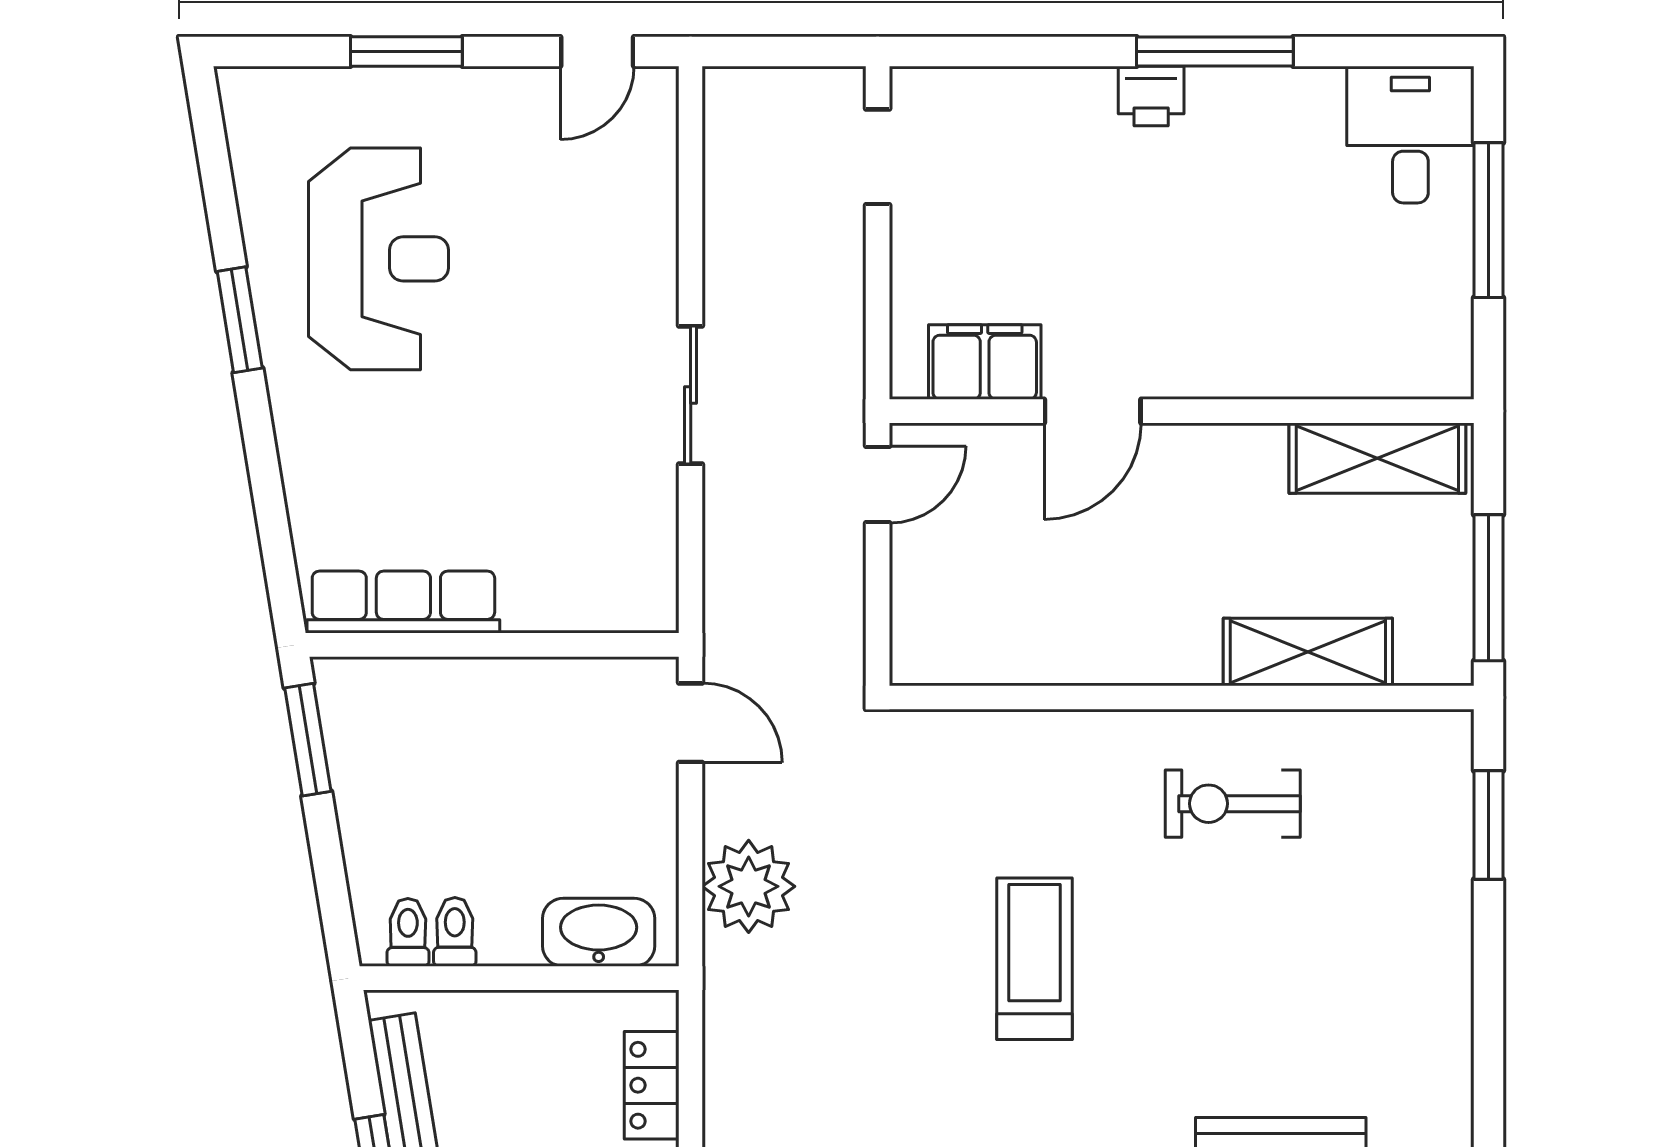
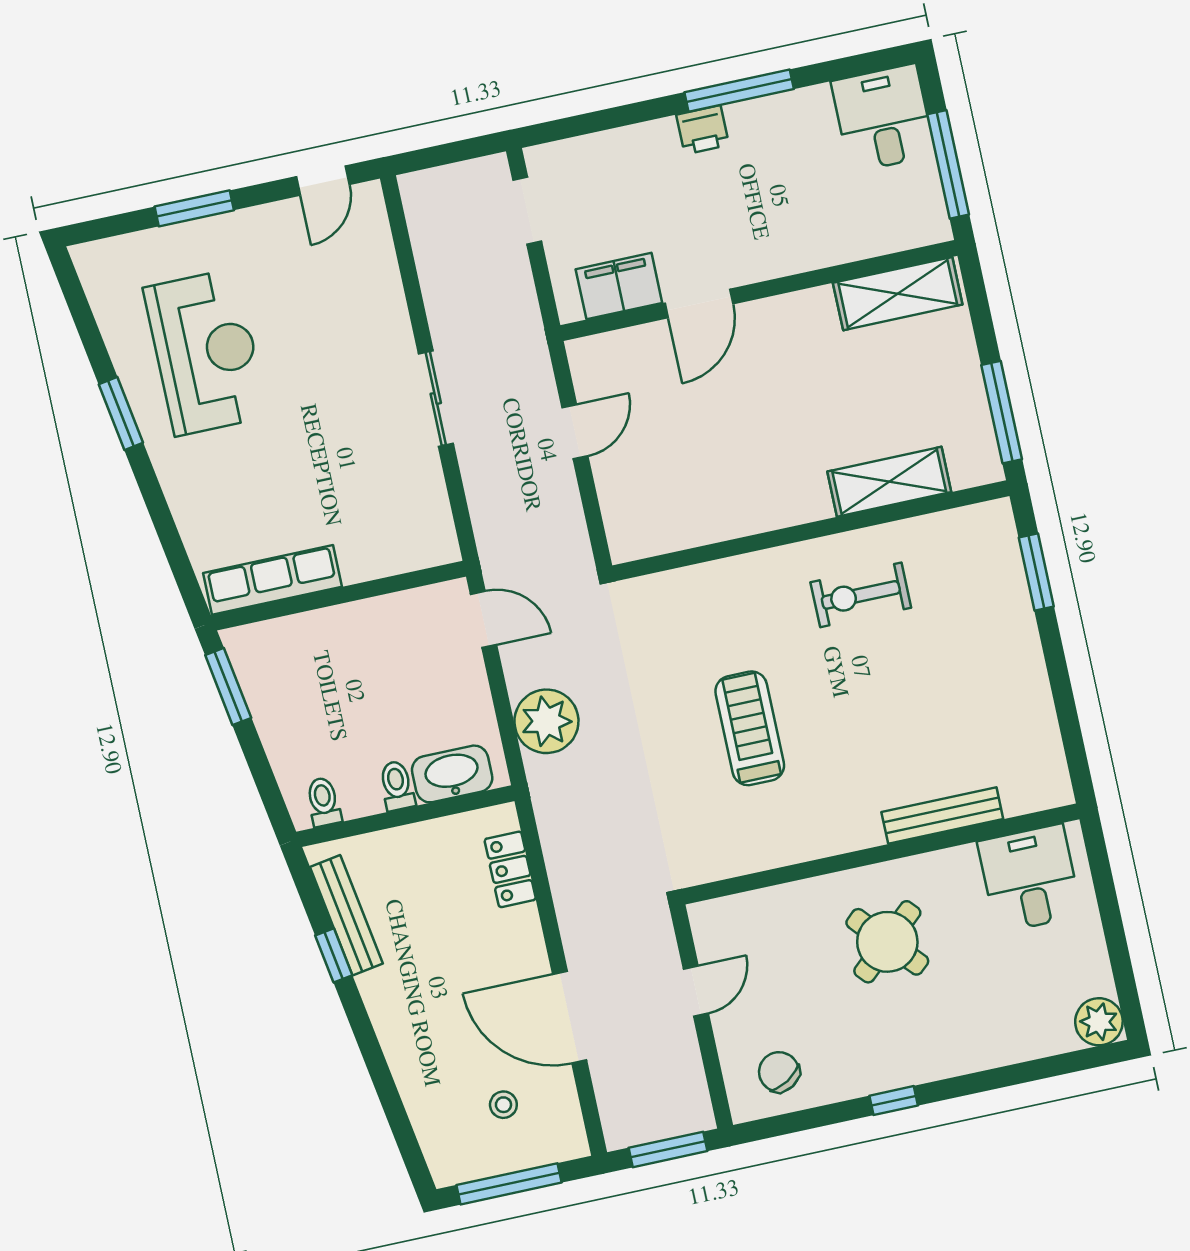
filing cabinet: (985, 362) -> (619, 286), moved
door: (1093, 411) -> (699, 303), moved
wall: (1182, 411) -> (759, 290), moved
shelving: (1377, 458) -> (898, 294), moved
toilet: (455, 932) -> (397, 786), moved

